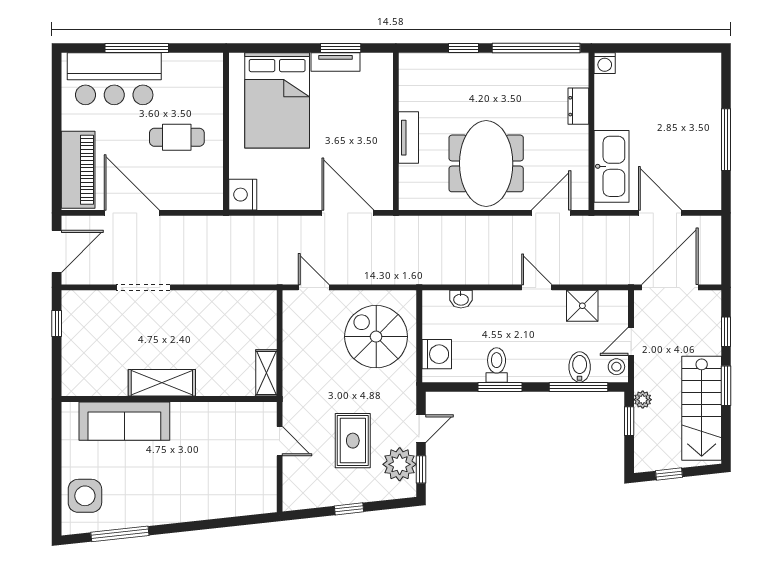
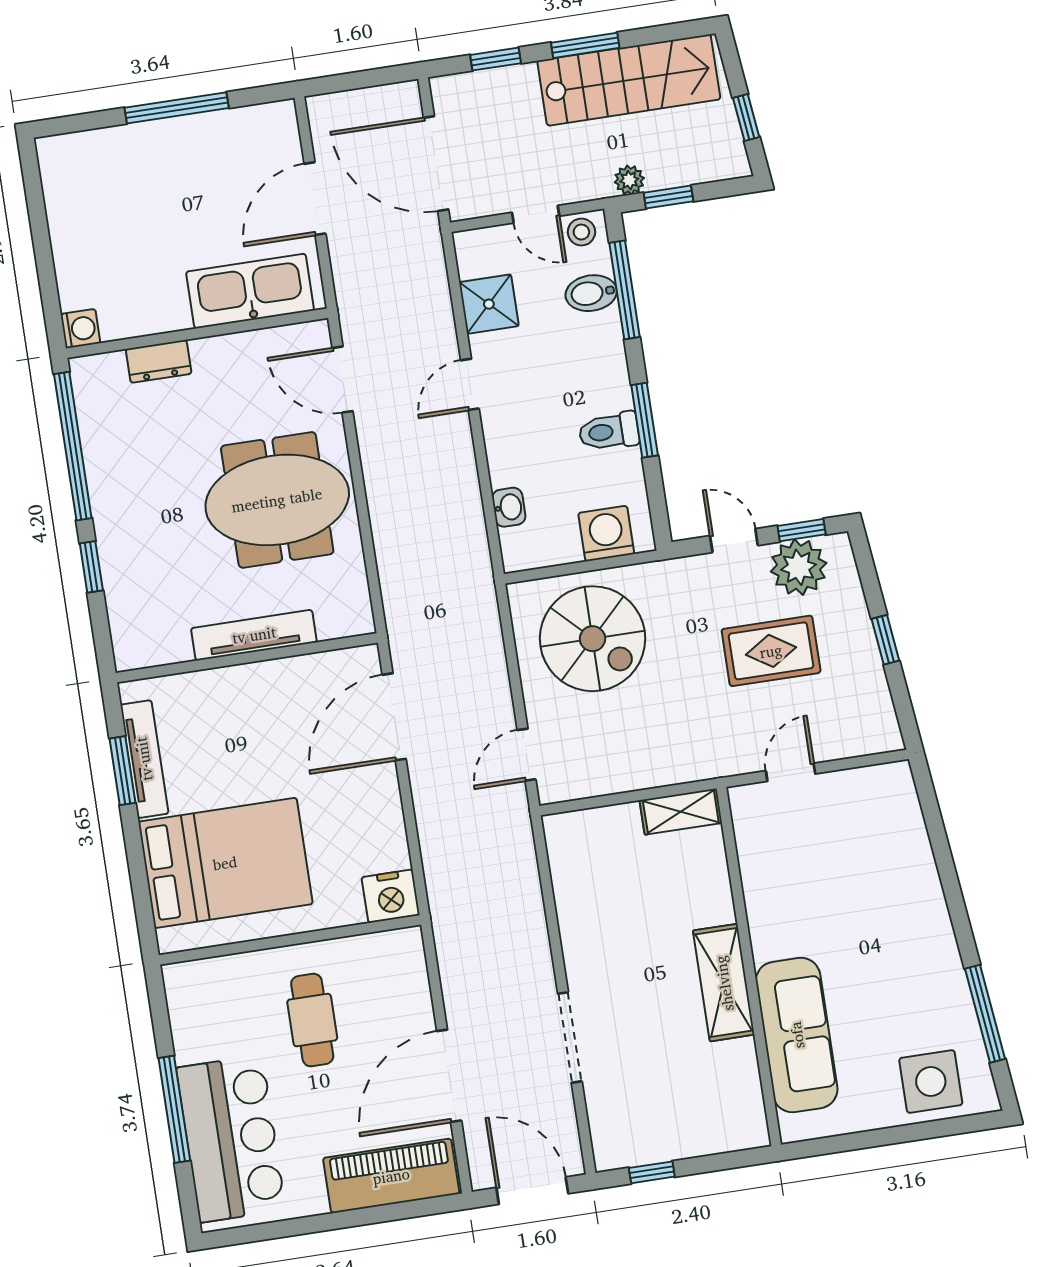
tv unit: (336, 62) -> (144, 759), width x1.41
tv unit: (409, 138) -> (254, 635), width x1.41
spiral stairs: (376, 337) -> (593, 639), turned -90

